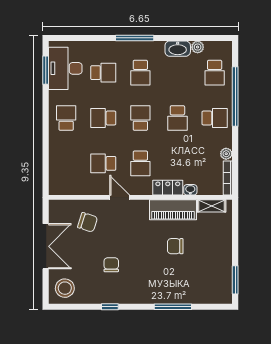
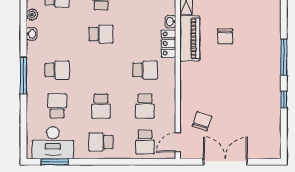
washbasin: (178, 49) -> (31, 34), width x0.52, depth x0.69
school desk: (140, 118) -> (145, 142), moved, turned -90
door: (120, 197) -> (178, 142), moved
chair: (111, 265) -> (243, 98), removed
stool: (65, 288) -> (266, 143), removed
window: (173, 307) -> (284, 57), moved

